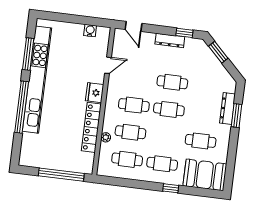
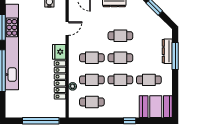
window: (236, 116) -> (175, 56), width x1.44
cafe table: (162, 164) -> (120, 80), moved

